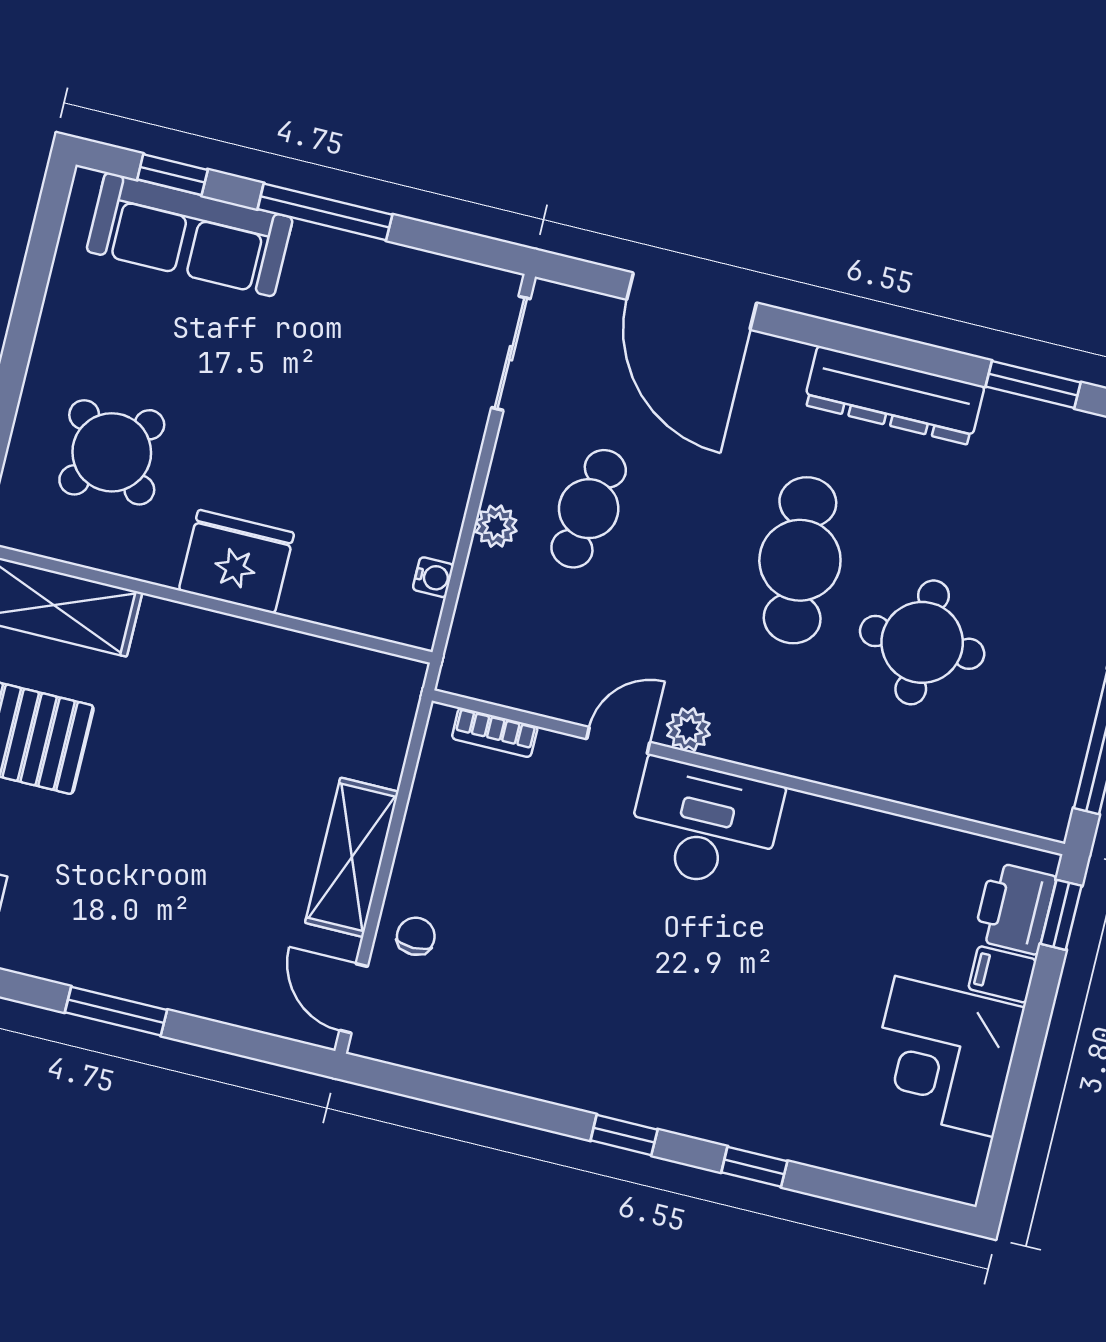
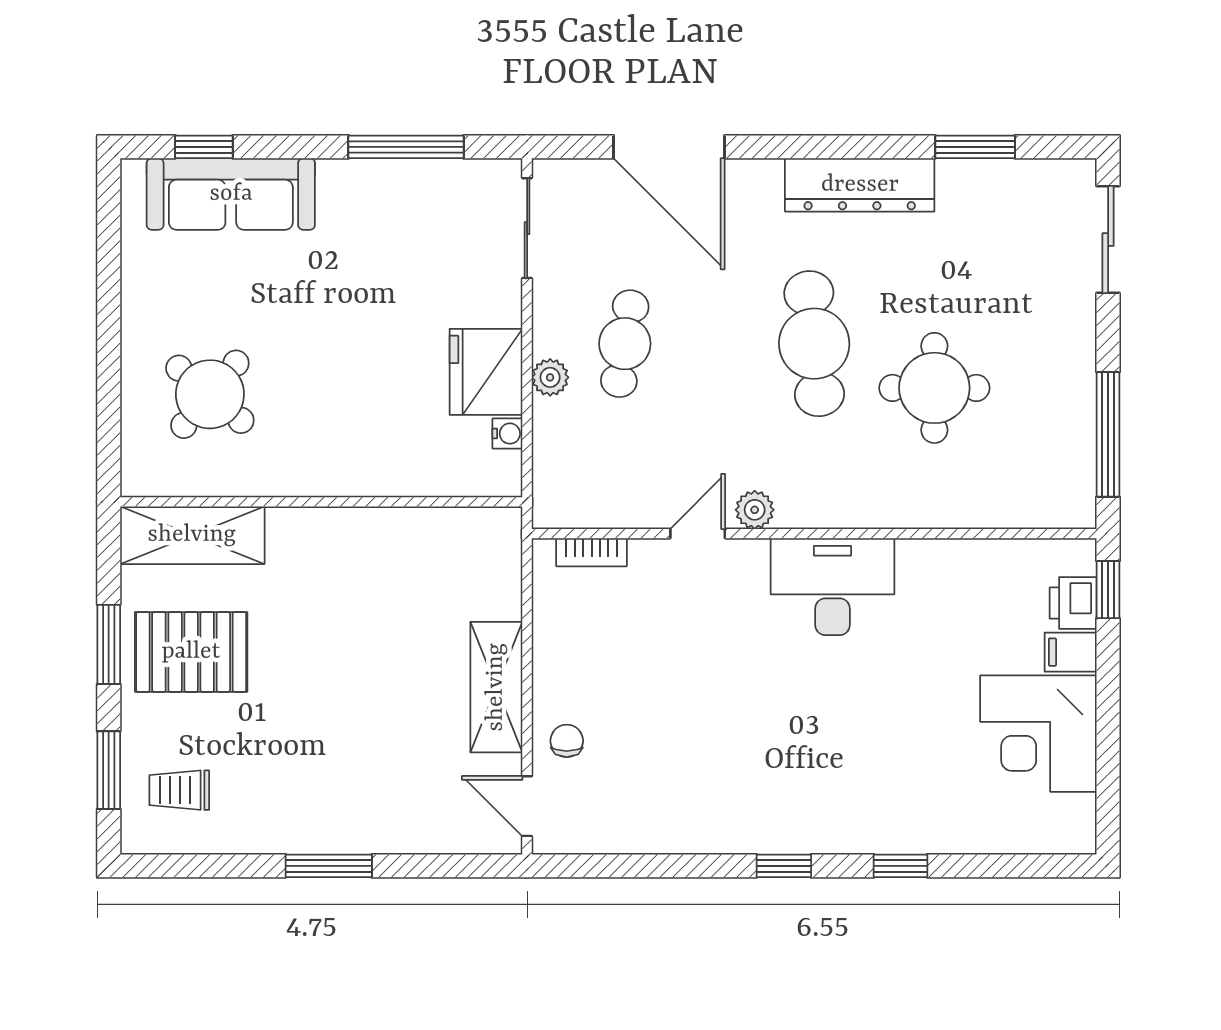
window: (325, 212) -> (406, 147), moved
fridge: (236, 562) -> (486, 372), moved, turned -90
desk: (705, 824) -> (832, 587), moved
printer: (1015, 908) -> (1073, 603), width x0.73, depth x0.81

